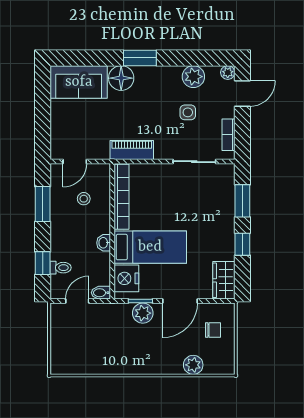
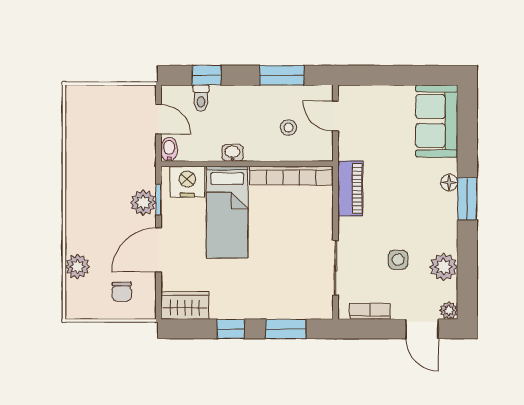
floor lamp: (121, 78) -> (449, 183), width x0.53, depth x0.53
door: (180, 301) -> (159, 250), hinge flipped

